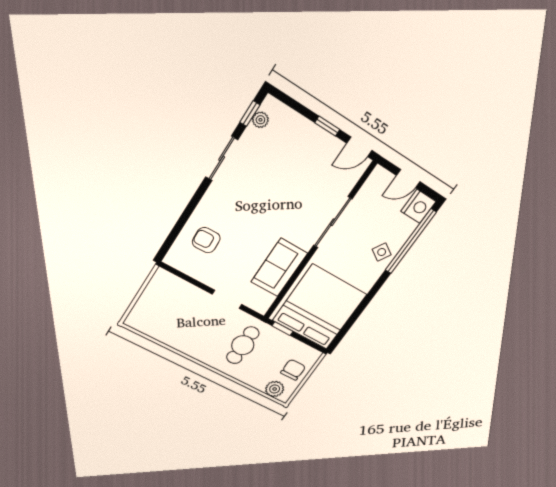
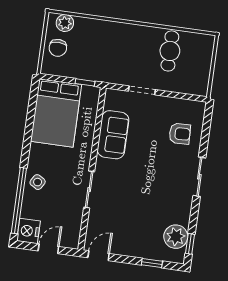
plant: (260, 120) -> (176, 237), width x1.88, depth x1.88
window: (327, 126) -> (152, 263), moved
sliding door: (222, 158) -> (199, 177), moved
sliding door: (333, 222) -> (89, 190), width x0.73
bed: (320, 307) -> (56, 113), width x0.73
cafe table: (243, 345) -> (170, 51), moved

